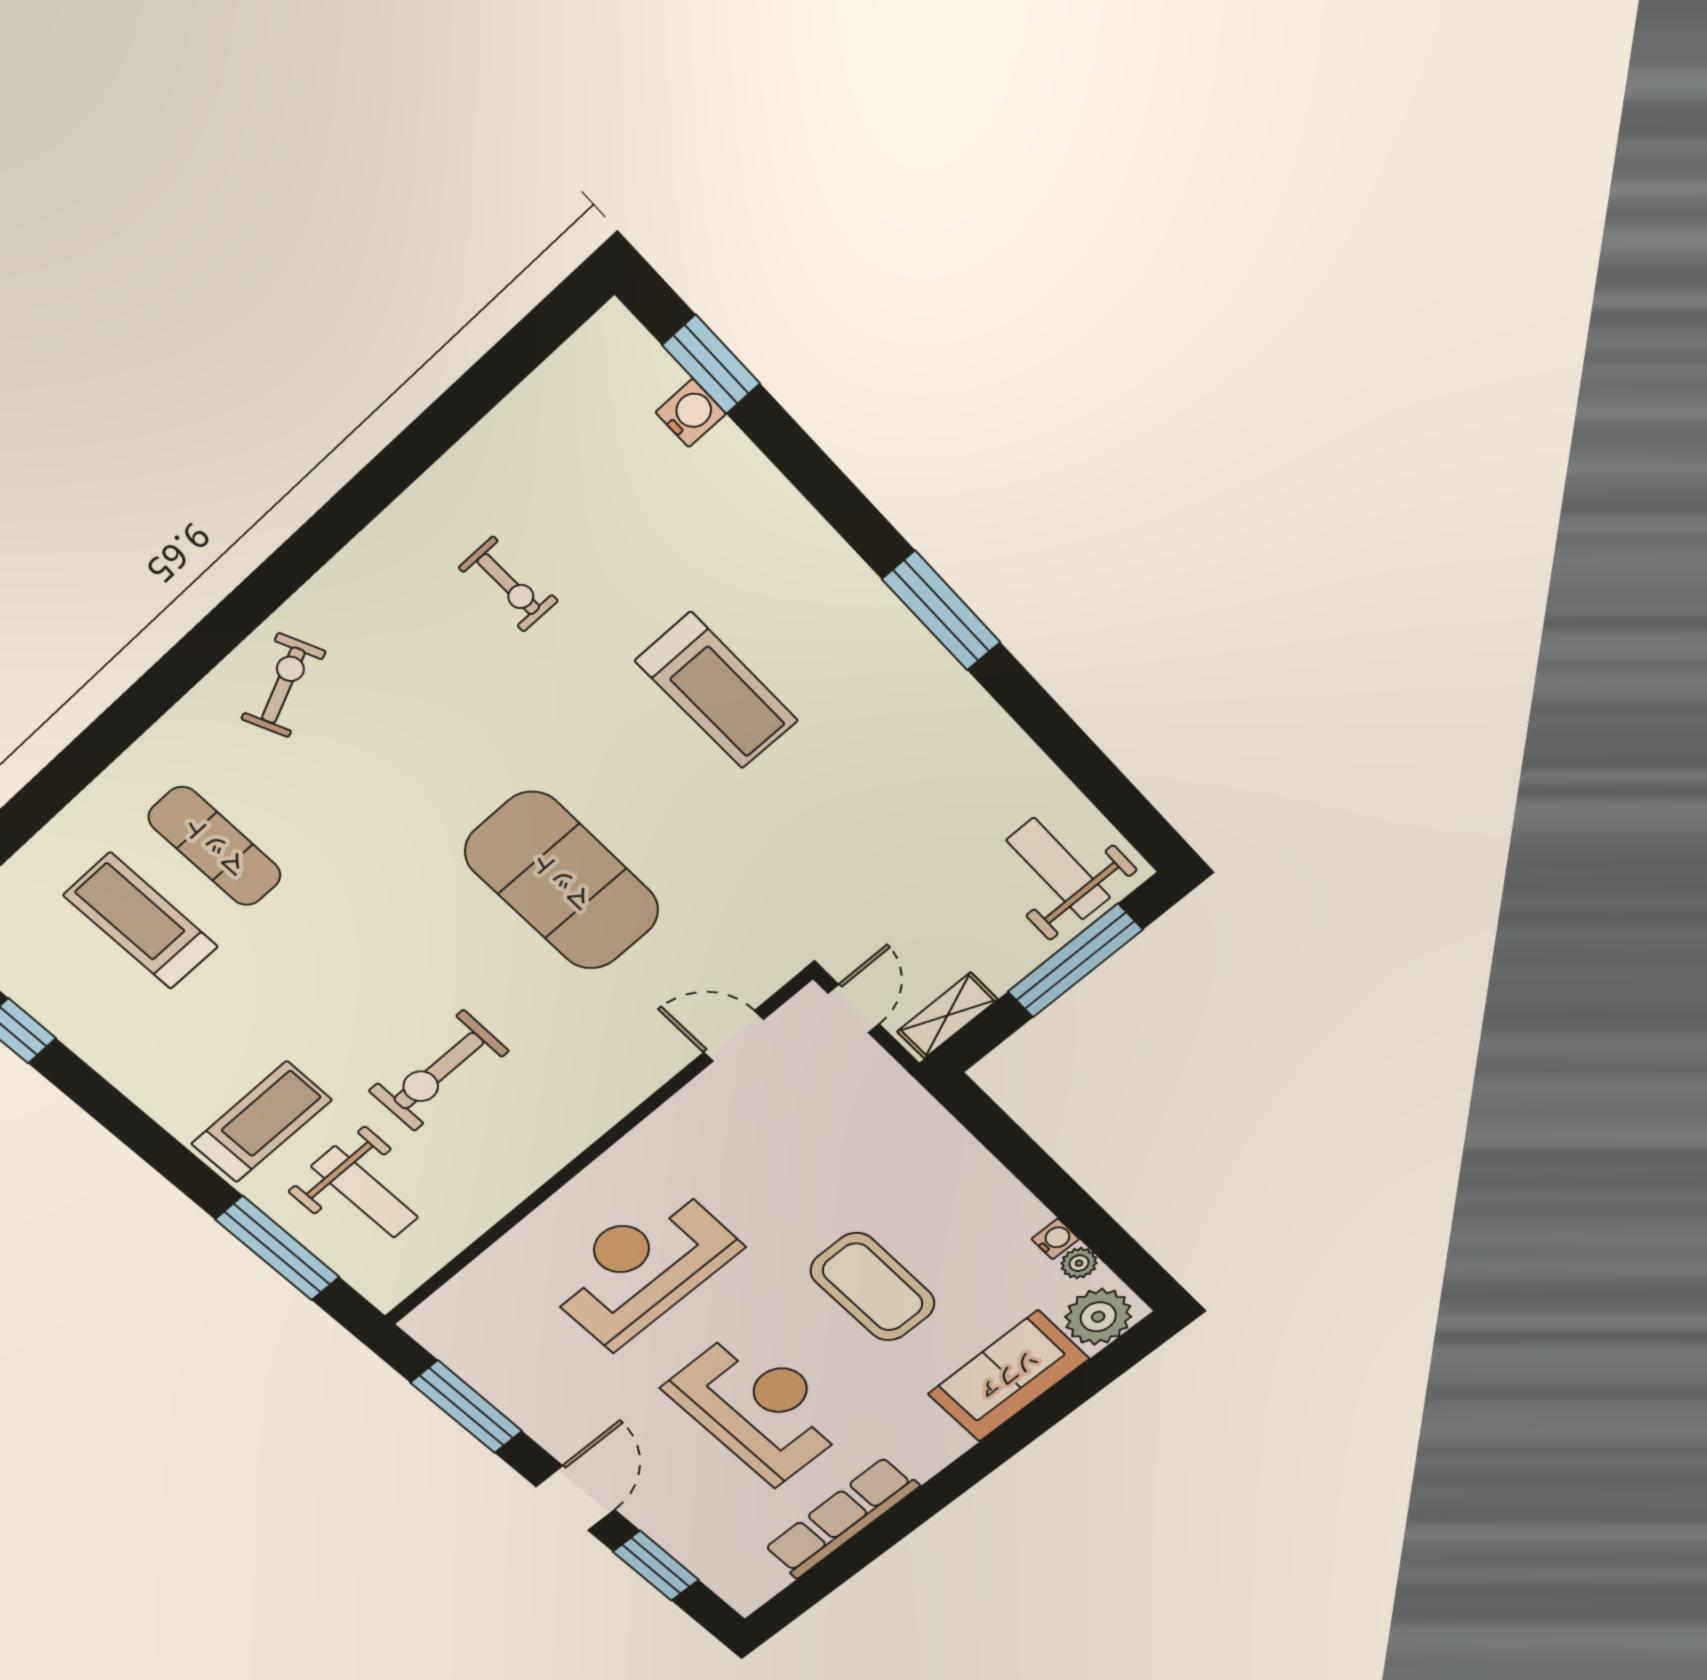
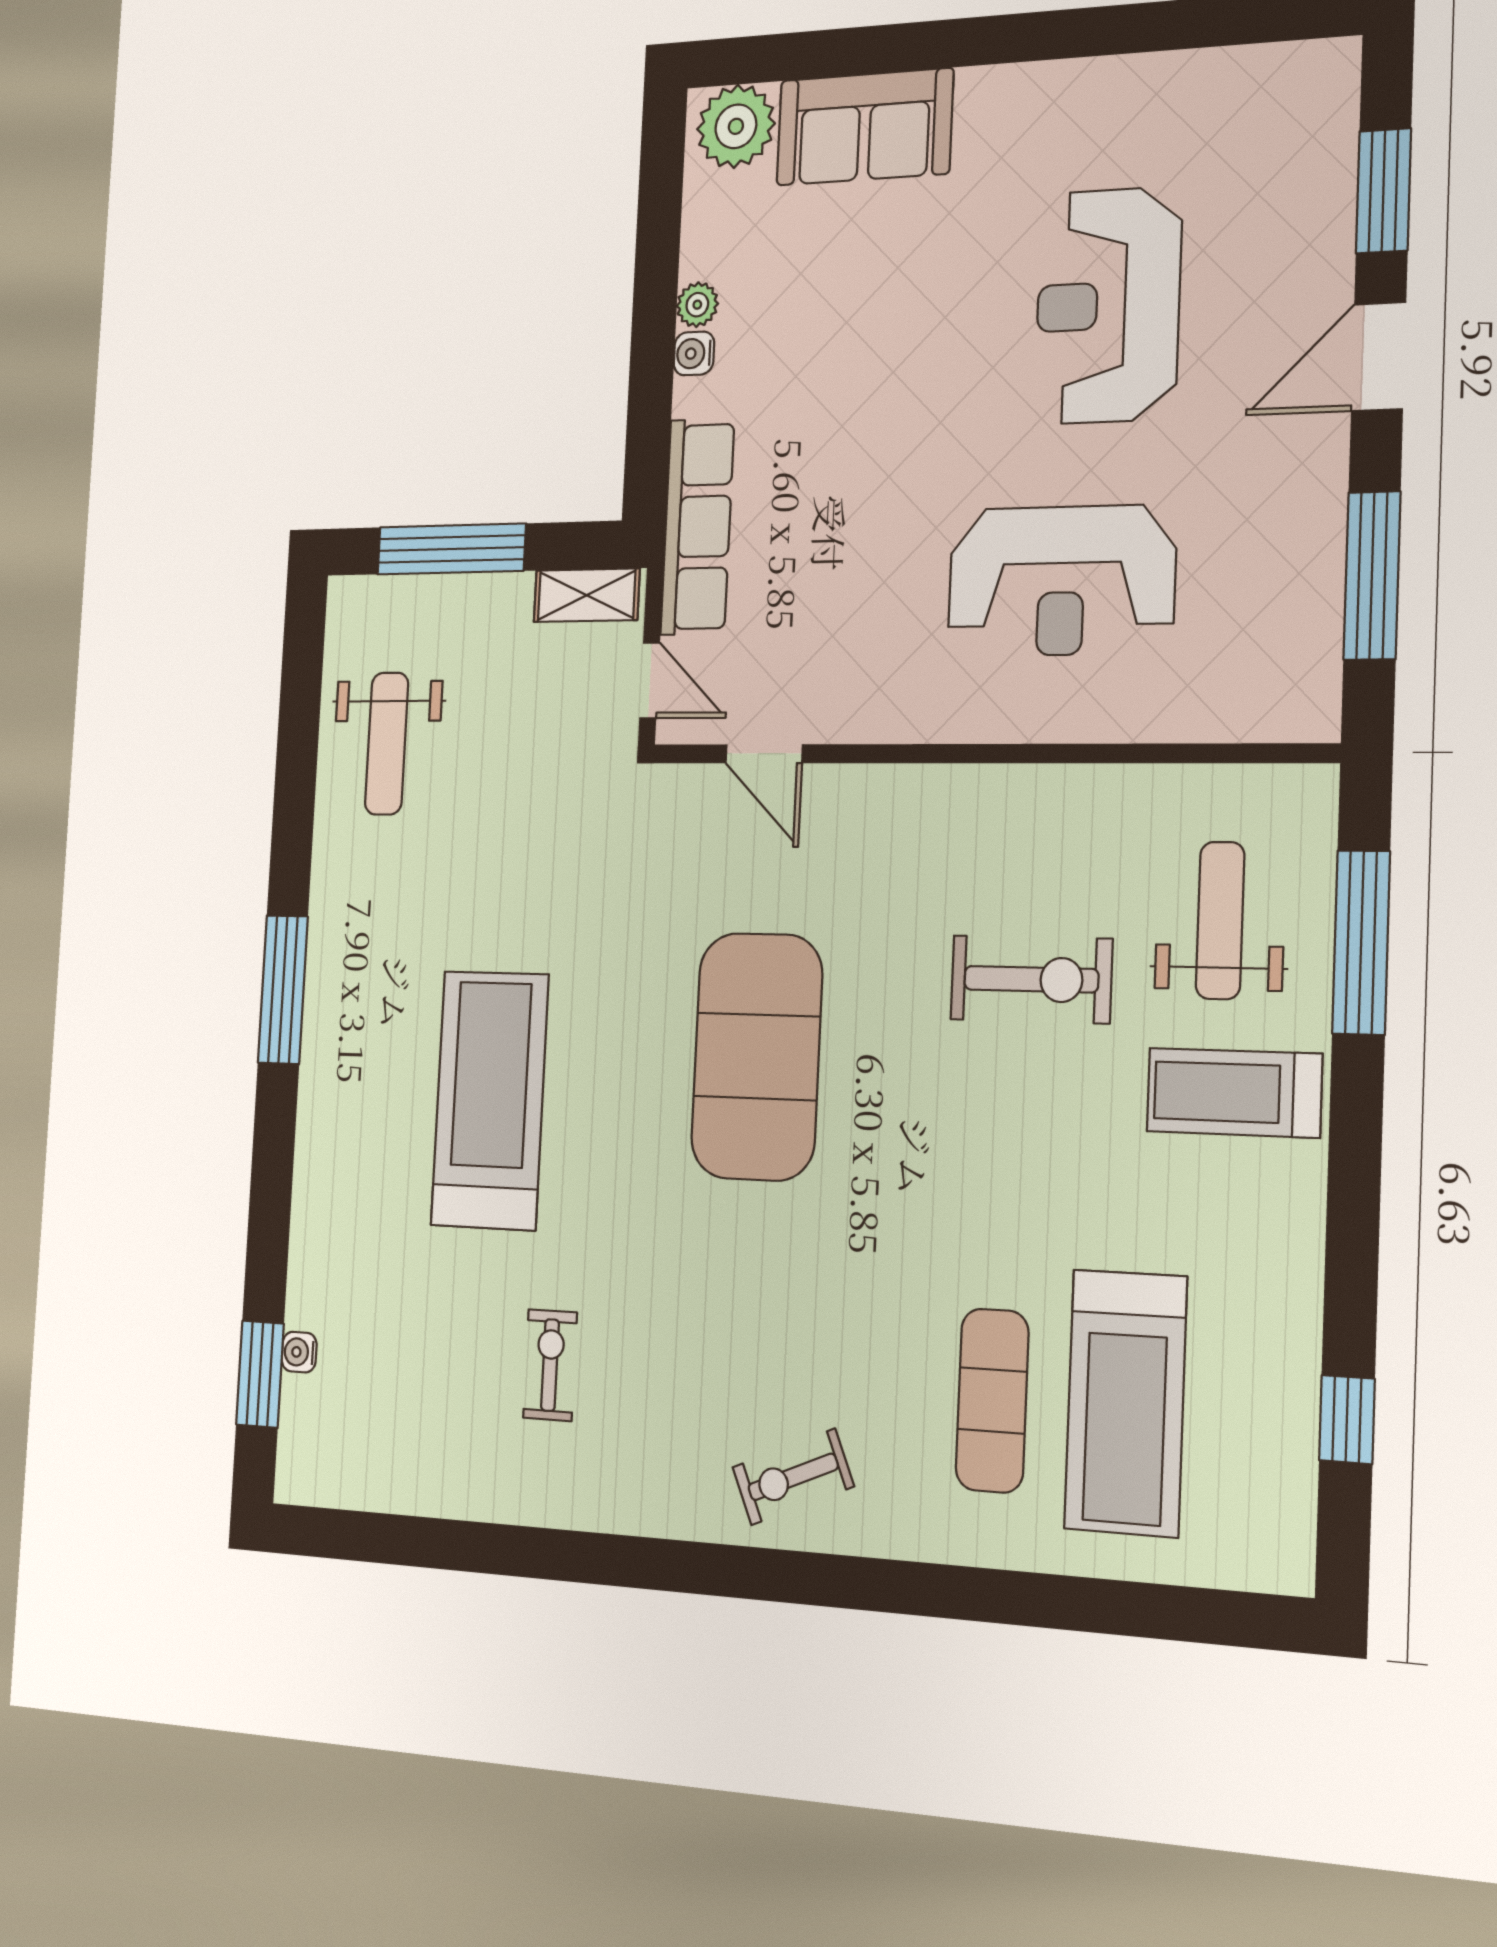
water cooler: (691, 413) -> (299, 1352), width x0.72, depth x0.72
treadmill: (717, 691) -> (490, 1100), width x1.37, depth x1.38
weight bench: (1058, 869) -> (387, 744), moved
treadmill: (141, 921) -> (1126, 1403), width x1.37, depth x1.38
door: (854, 1009) -> (650, 680), swing flipped
water cooler: (1055, 1239) -> (694, 353), moved
plant: (1079, 1263) -> (697, 305), moved
coffee table: (873, 1287) -> (889, 353), removed
row of seats: (841, 1518) -> (697, 527), moved, turned -90

